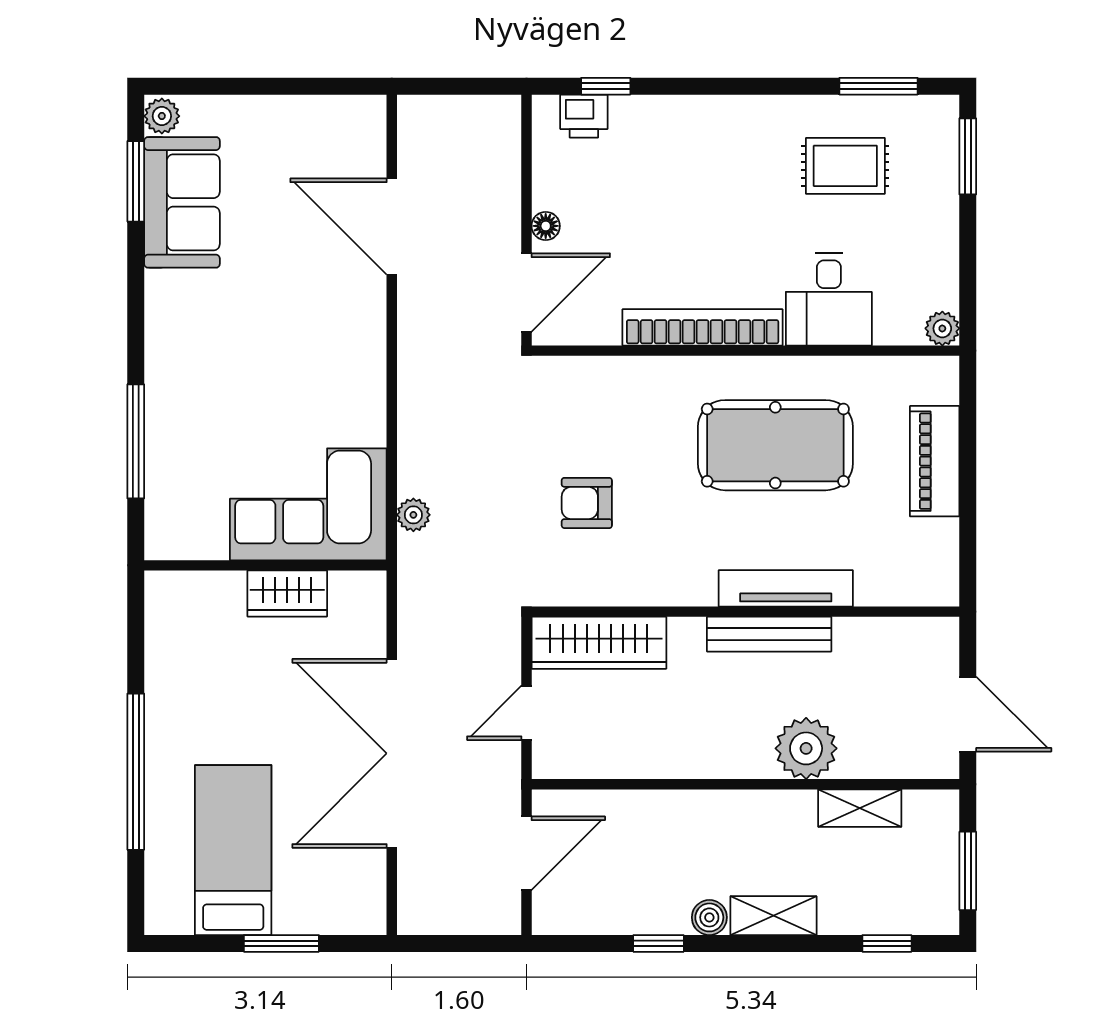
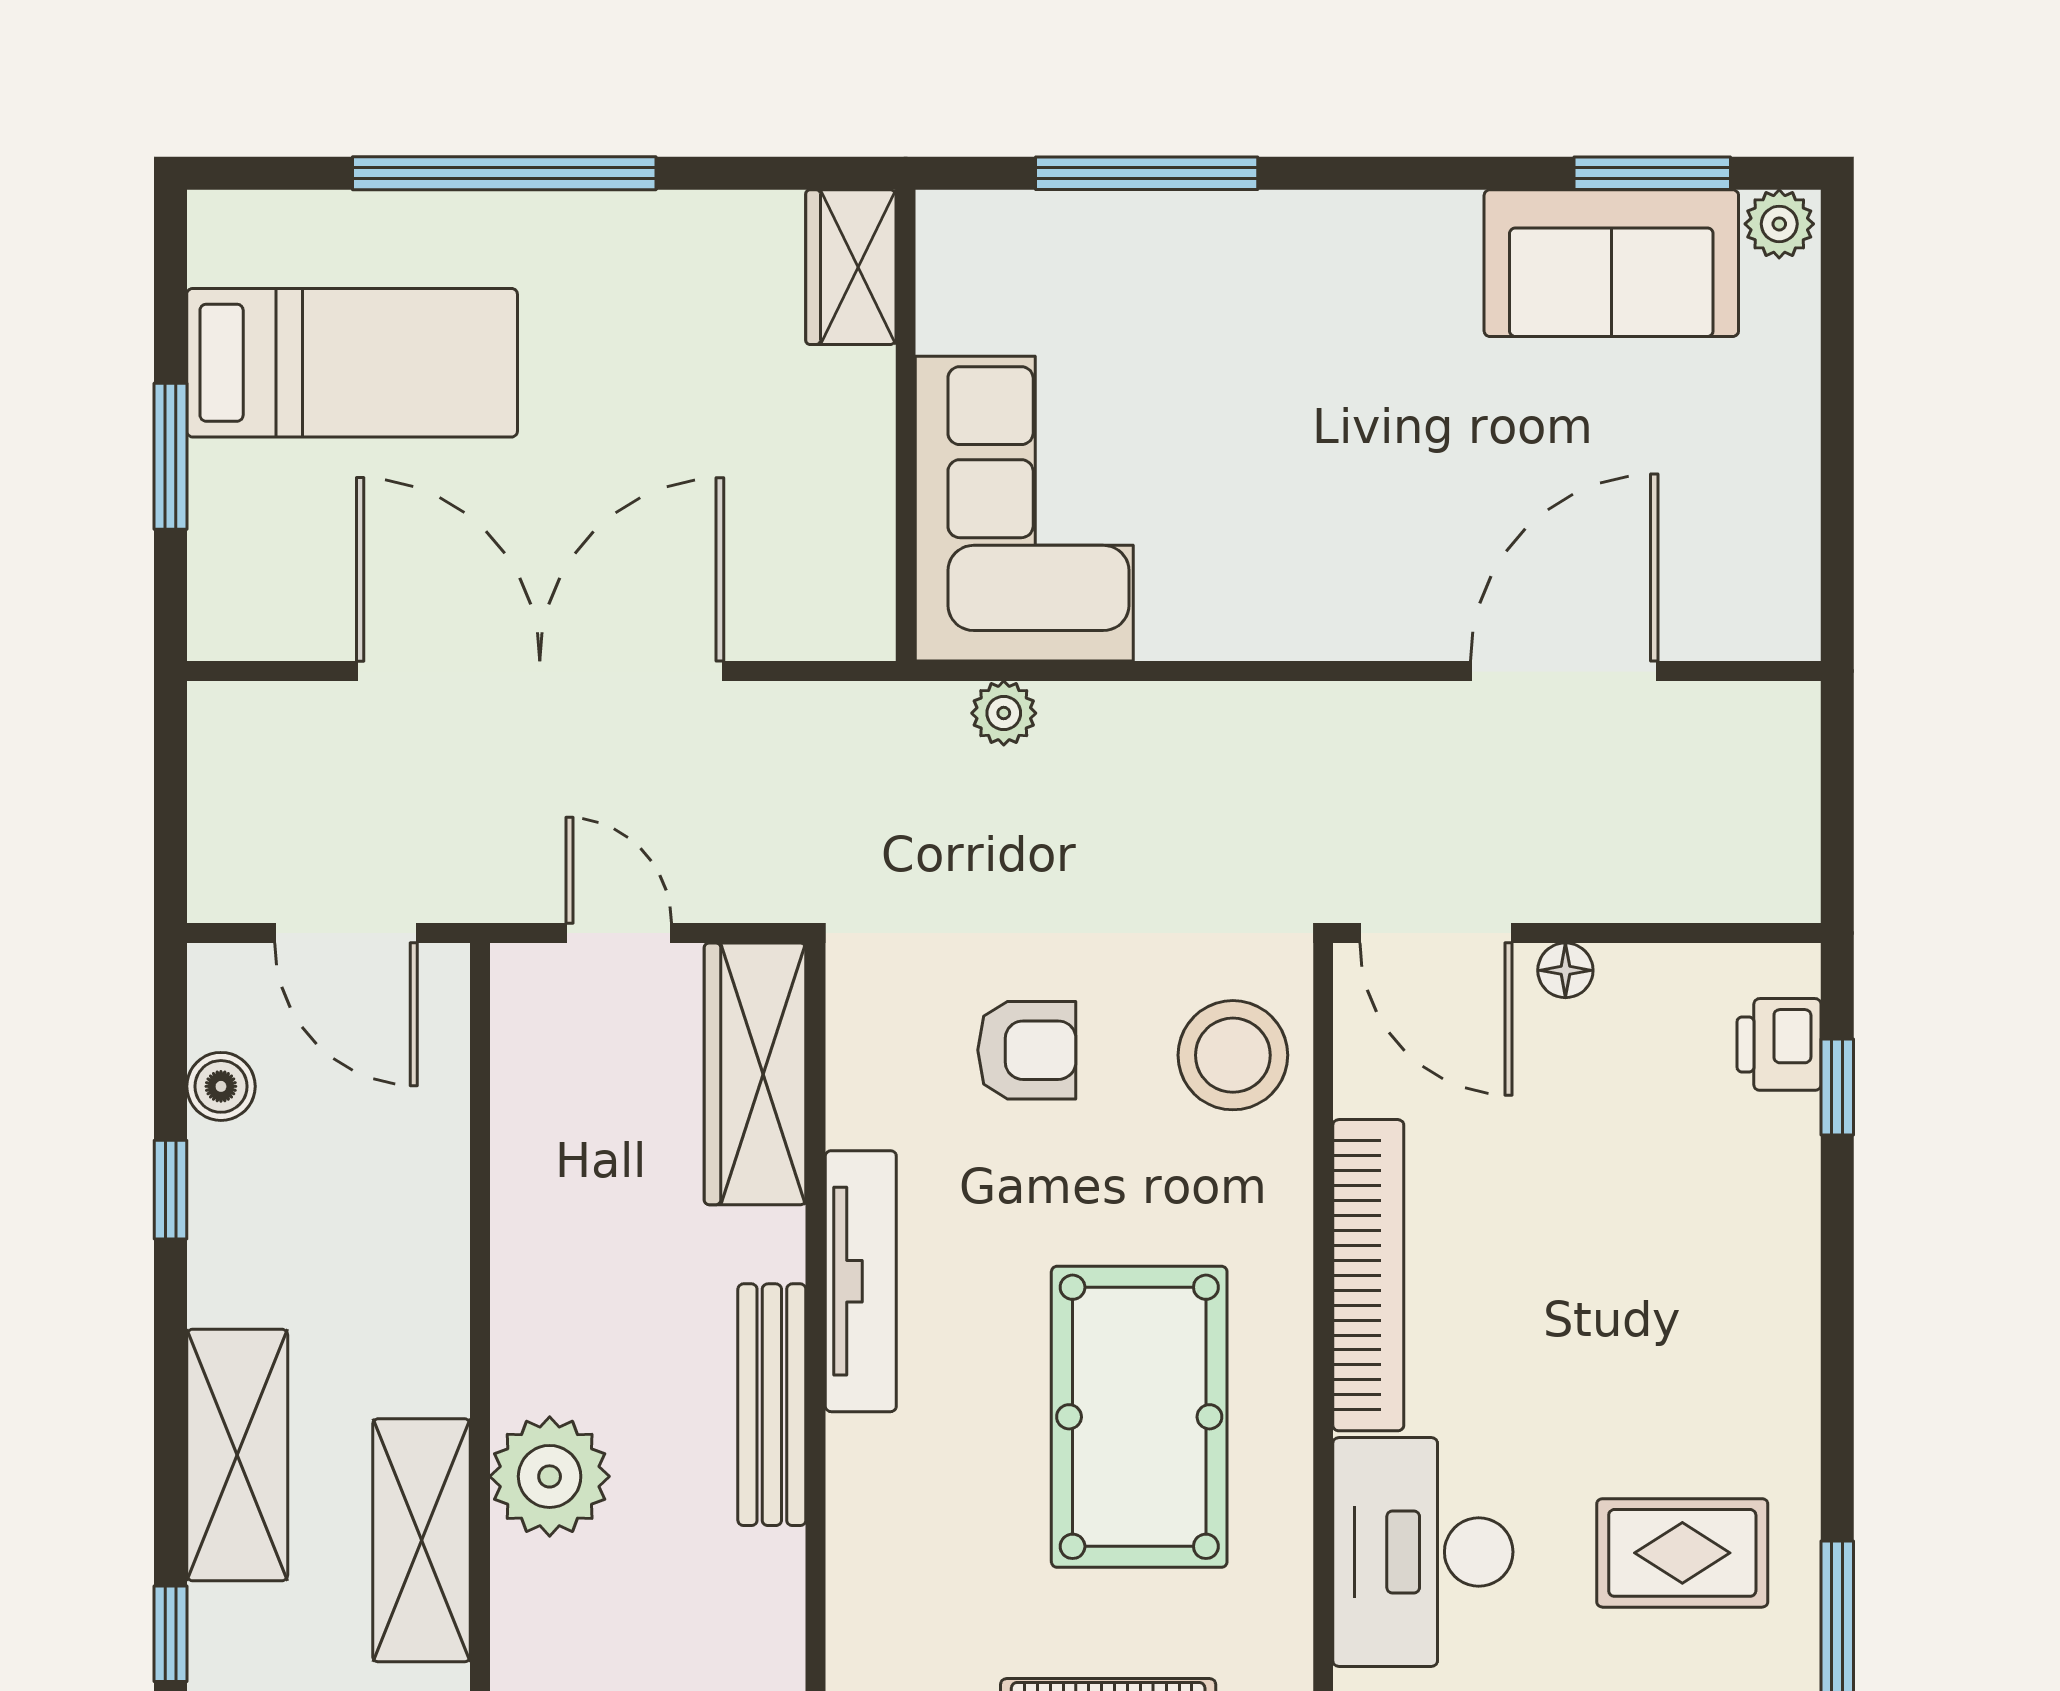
rug: (845, 166) -> (1682, 1553), turned 90
desk: (829, 299) -> (1423, 1552), width x1.37
stool: (589, 397) -> (1233, 1055), added
armchair: (587, 503) -> (1027, 1050), turned 90
tv unit: (786, 588) -> (861, 1281), moved
wardrobe: (287, 593) -> (851, 267), moved
shelving: (860, 808) -> (421, 1540), width x1.50, depth x1.33
shelving: (773, 916) -> (237, 1455), width x1.50, depth x1.33
boiler: (709, 917) -> (221, 1086), moved

